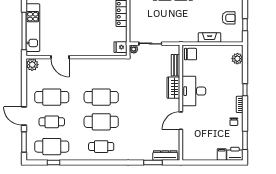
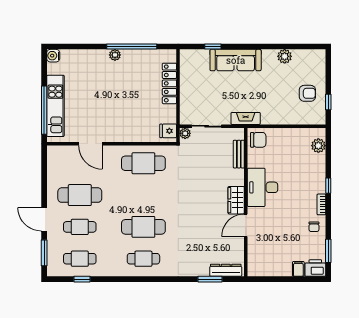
fireplace: (210, 37) -> (246, 118), moved
plant: (32, 65) -> (55, 153), removed
wardrobe: (173, 88) -> (236, 200), moved
cafe table: (101, 97) -> (143, 163), moved
cafe table: (52, 147) -> (80, 259), width x0.73, depth x0.74

